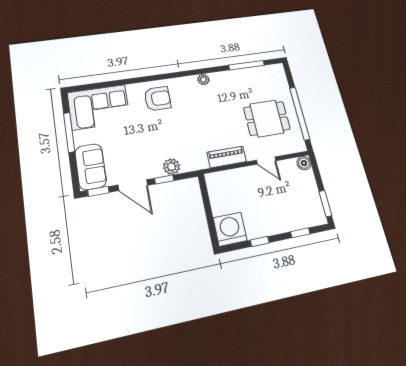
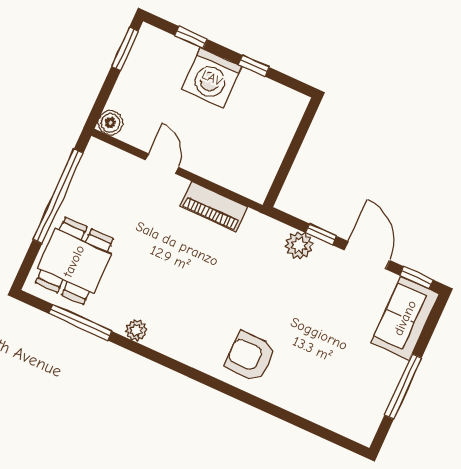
plant: (203, 79) -> (136, 330), moved
corner sofa: (99, 107) -> (340, 397), removed
dining table: (267, 118) -> (74, 261), moved, turned 90
washing machine: (230, 229) -> (212, 78), moved

